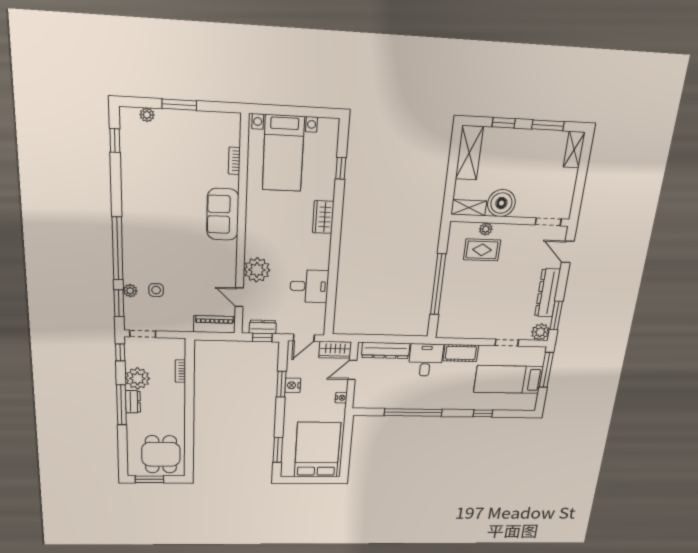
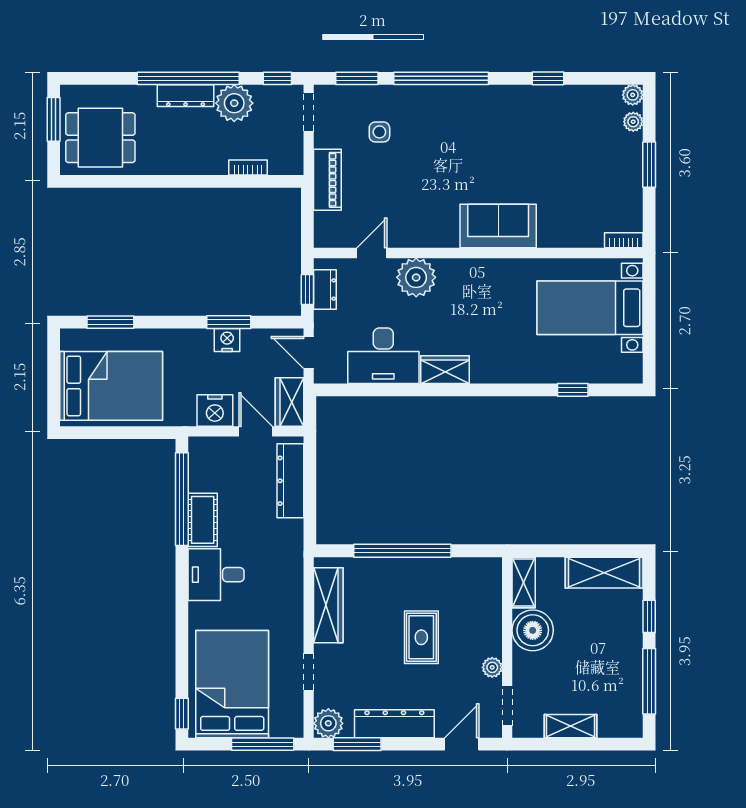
window: (548, 125) -> (649, 681), width x1.44
window: (115, 141) -> (548, 78), moved
shelving: (574, 150) -> (571, 726), moved
bookcase: (234, 161) -> (624, 240), moved
wardrobe: (323, 217) -> (445, 370), moved
plant: (486, 229) -> (492, 667), moved
rug: (482, 250) -> (421, 637), moved
desk: (309, 286) -> (383, 356), width x1.37
plant: (130, 291) -> (633, 95), moved
piano: (214, 324) -> (327, 180), moved
wardrobe: (467, 330) -> (328, 605), added
cot: (461, 353) -> (203, 520), moved
desk: (426, 360) -> (216, 575), moved, turned 180
bed: (508, 379) -> (232, 684), width x1.50
nightstand: (341, 398) -> (215, 411), width x1.89, depth x1.79
dresser: (133, 402) -> (186, 96), width x1.44
window: (121, 405) -> (188, 78), width x1.46
window: (413, 413) -> (182, 499), moved
window: (483, 413) -> (182, 714), moved

